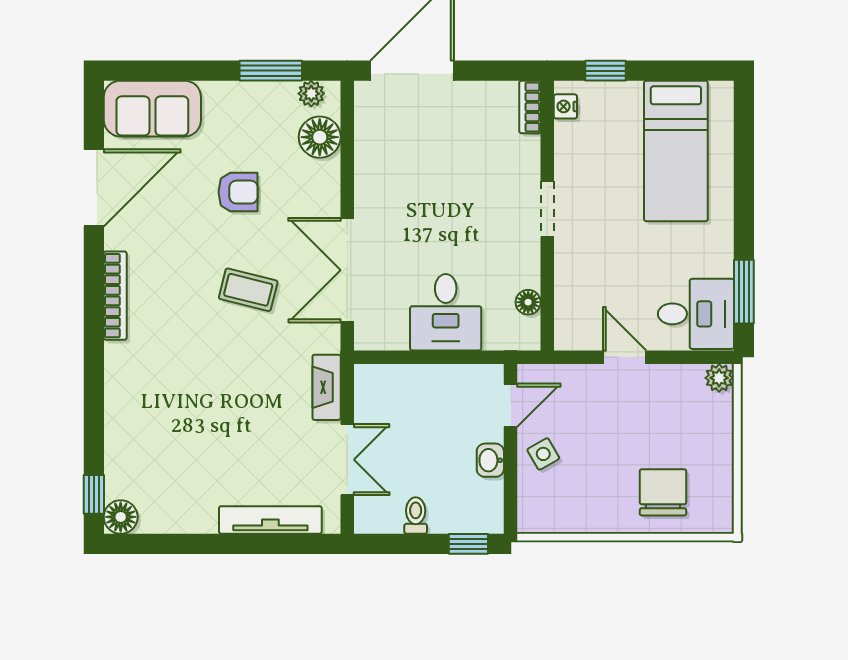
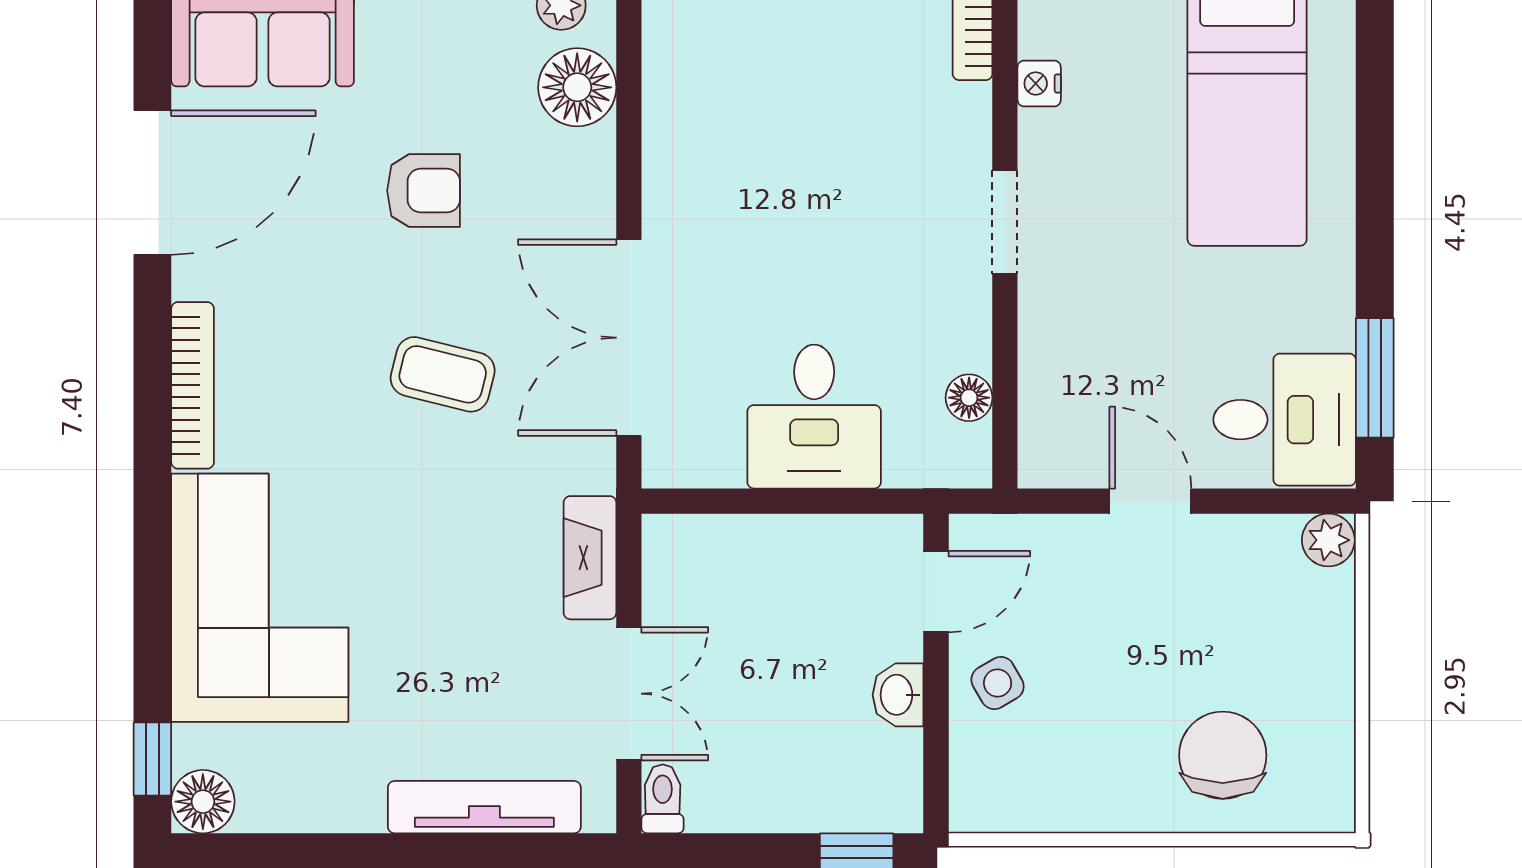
nightstand: (565, 106) -> (1039, 83), moved
corner sofa: (151, 409) -> (260, 598), added
toilet: (416, 515) -> (663, 799), moved

